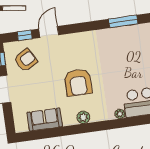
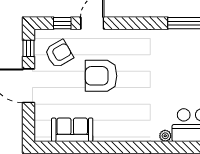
armchair: (78, 82) -> (101, 76), moved, turned 90
plant: (83, 117) -> (120, 134), removed

